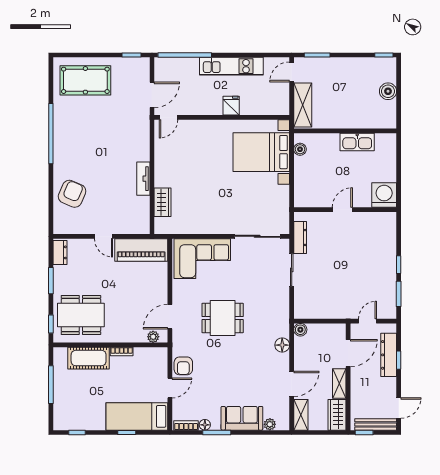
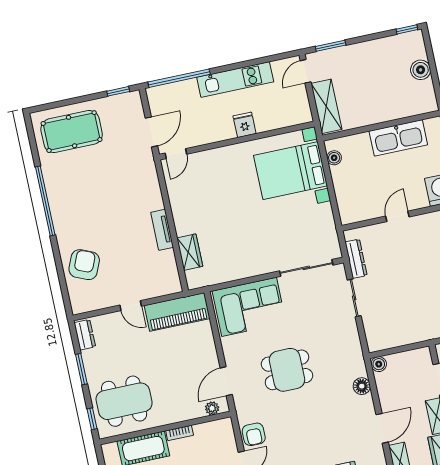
kitchen sink: (357, 142) -> (398, 138), width x1.36, depth x1.24

